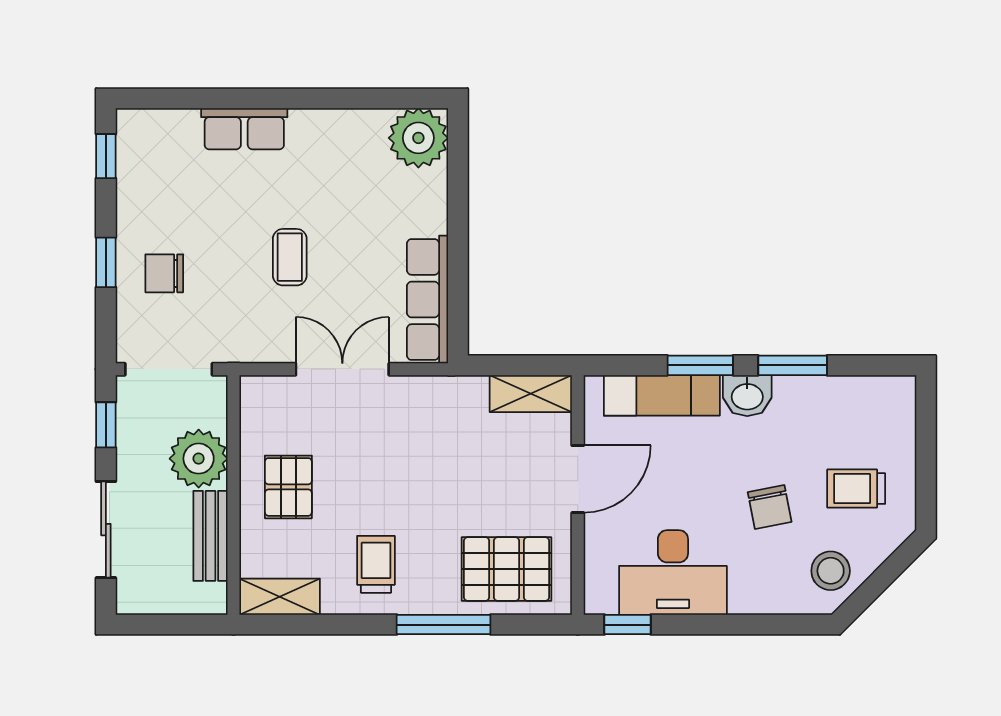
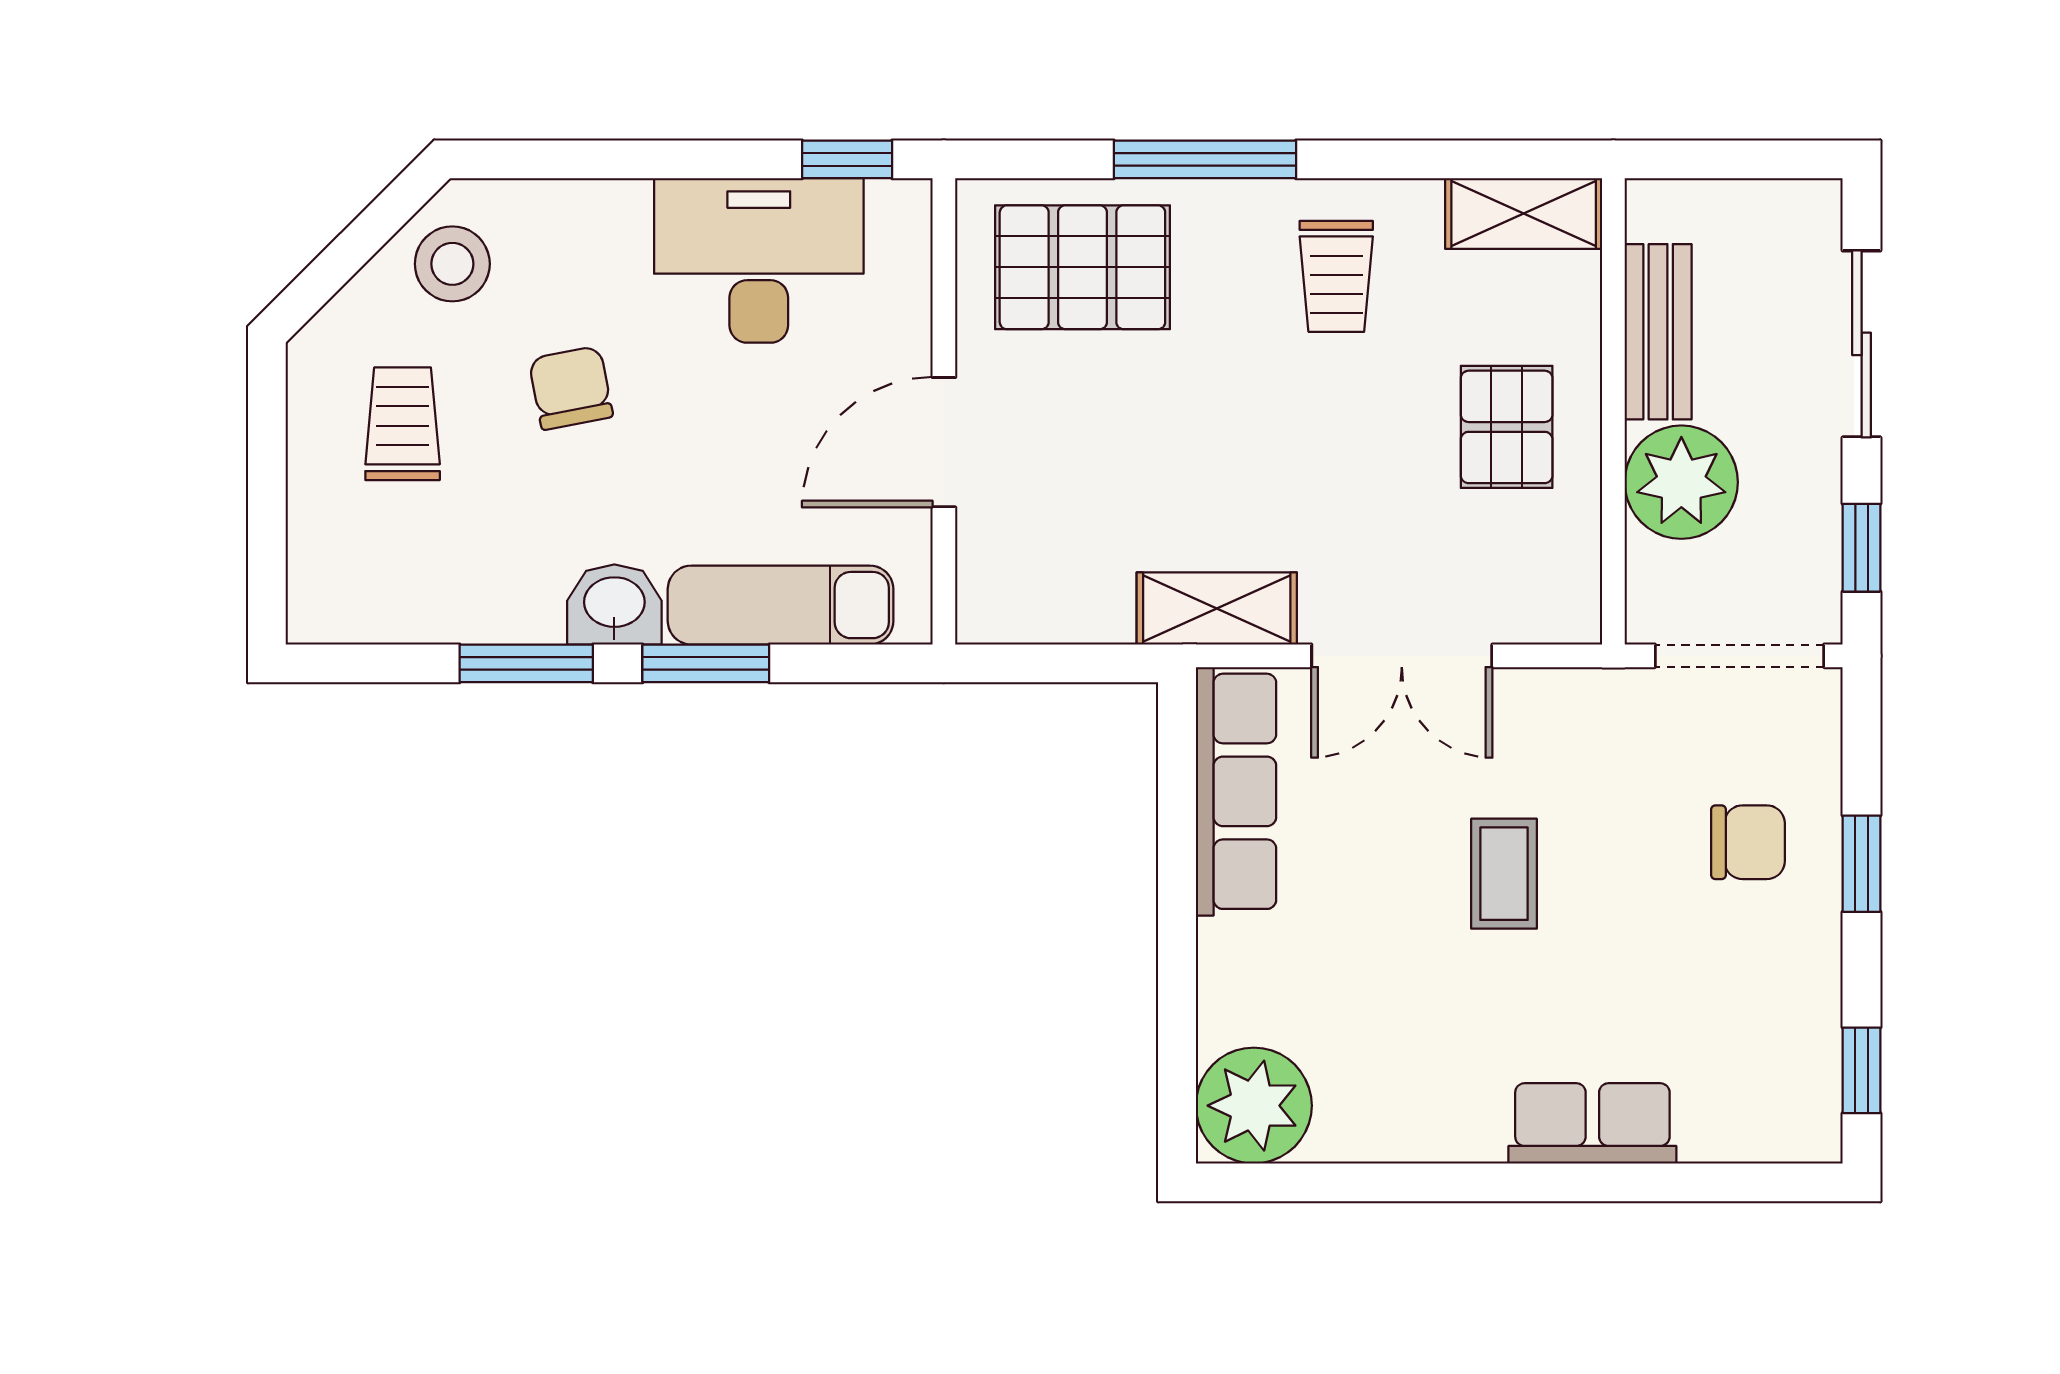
shelving: (531, 394) -> (1217, 608), moved
trolley: (856, 489) -> (403, 424), turned -90

